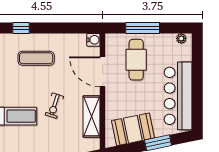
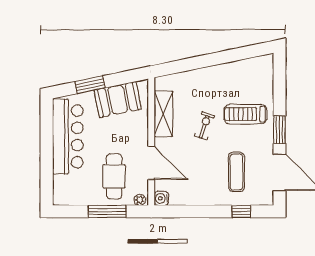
plant: (181, 38) -> (140, 200), moved
exercise mat: (36, 58) -> (236, 172), moved, turned 90

